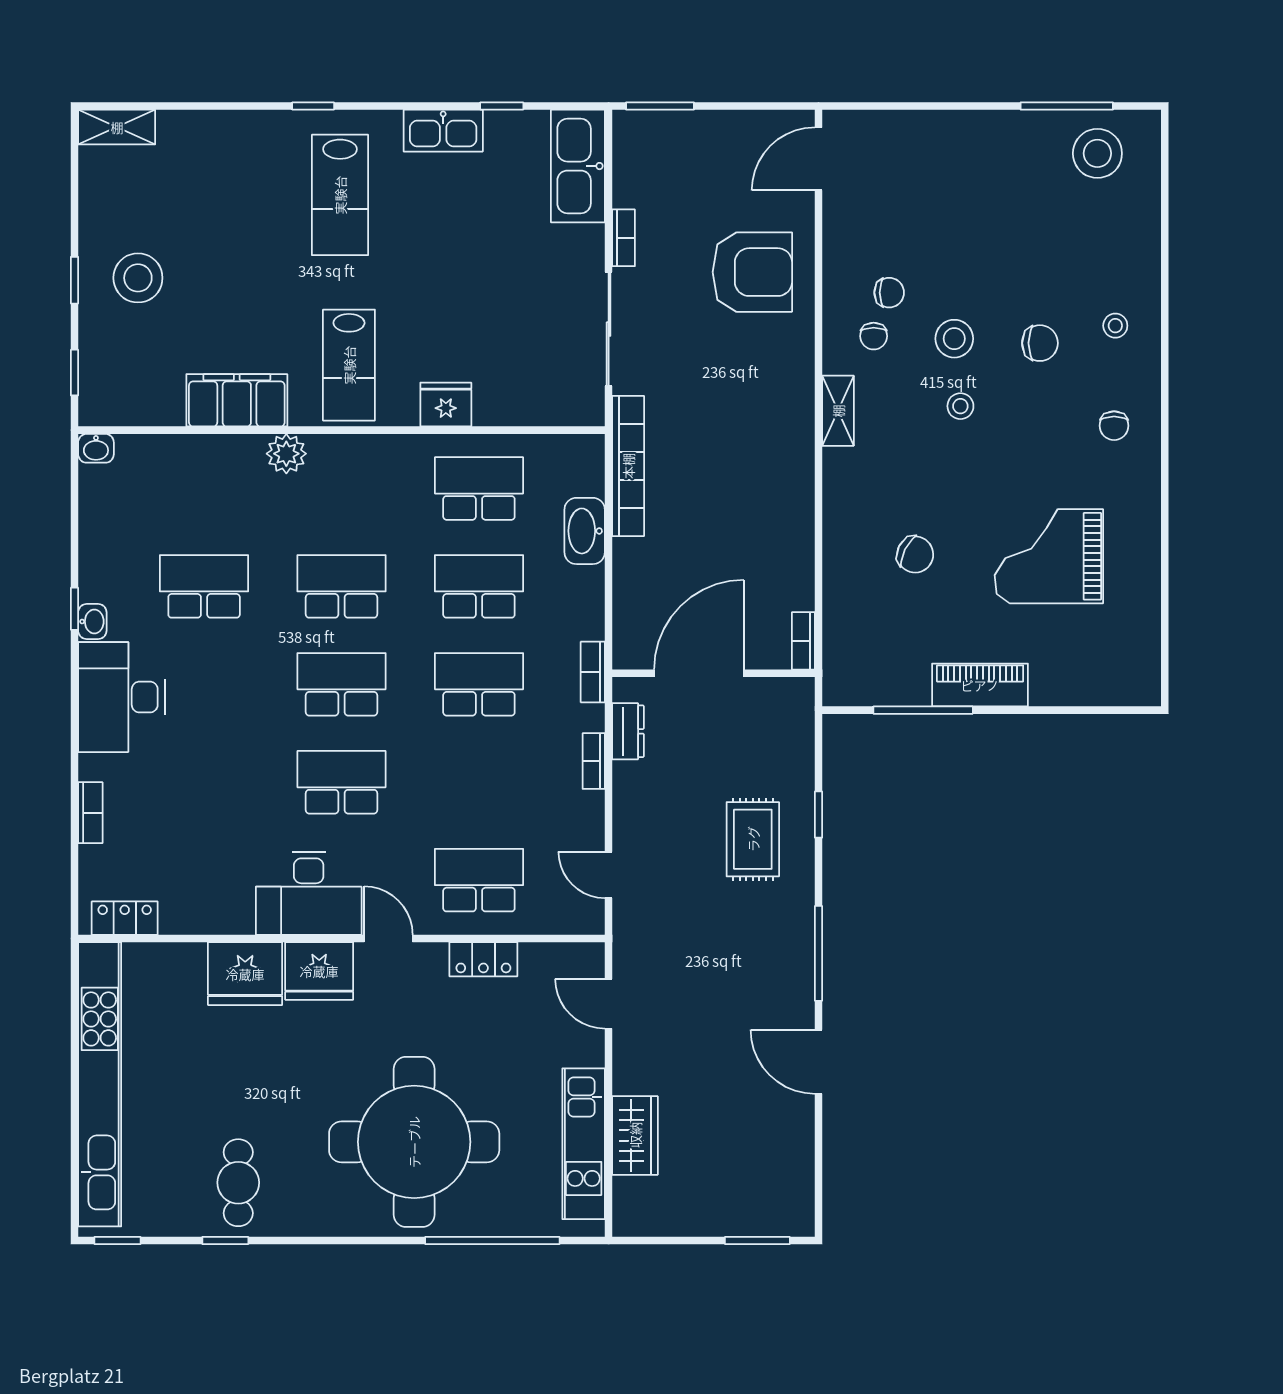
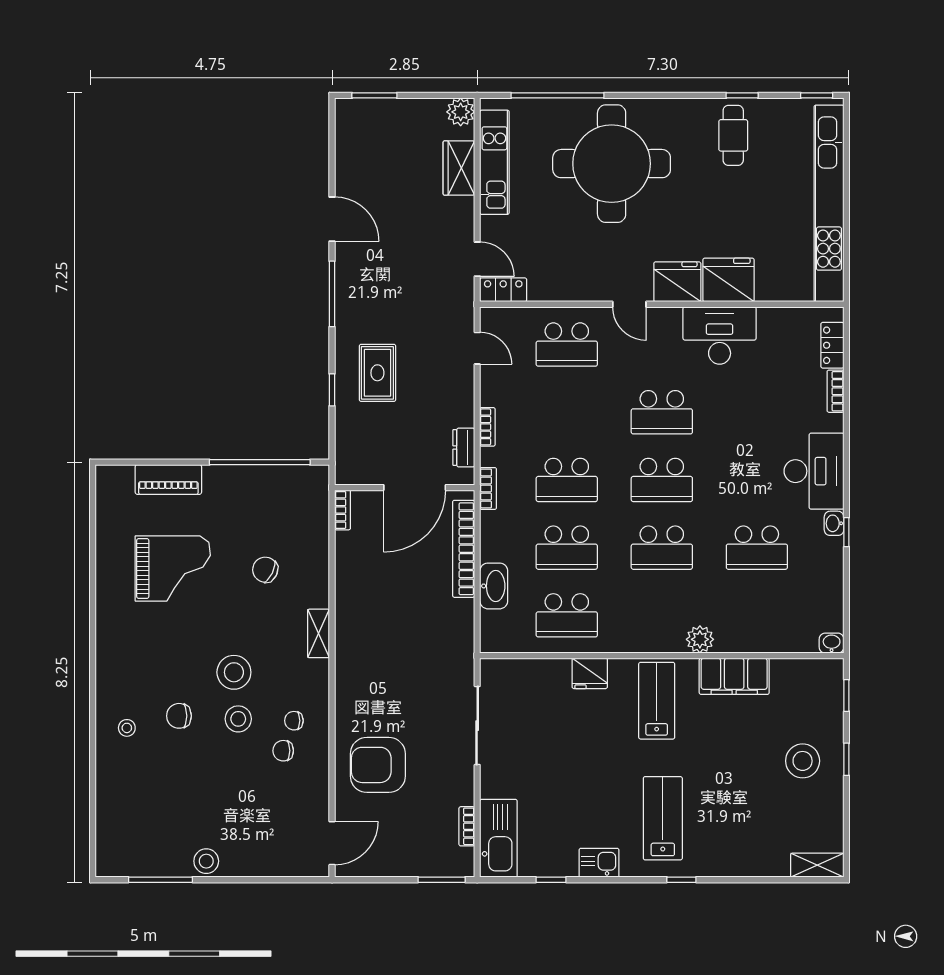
kitchen sink: (443, 131) -> (599, 863), width x0.73
stool: (1097, 153) -> (206, 861), moved, width x0.73, depth x0.73
bookcase: (624, 238) -> (467, 826), moved
chair: (874, 336) -> (294, 721), turned -90
stool: (960, 406) -> (234, 672), width x1.89, depth x1.89
shelving: (838, 411) -> (319, 633), moved
chair: (1114, 426) -> (128, 659), removed
bookcase: (628, 466) -> (464, 549), moved
piano: (980, 685) -> (168, 479), moved
window: (923, 710) -> (260, 462), width x1.46
desk: (309, 893) -> (720, 335), moved
locker: (125, 918) -> (832, 345), moved, turned 90
locker: (483, 959) -> (503, 290), moved
plant: (633, 1217) -> (461, 112), added

